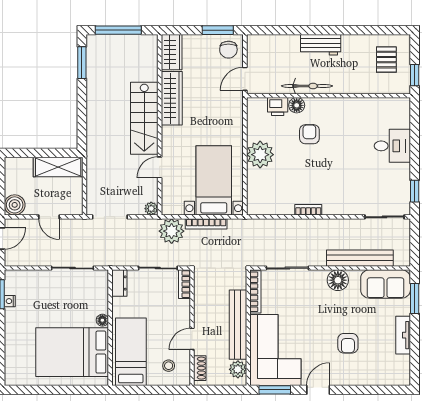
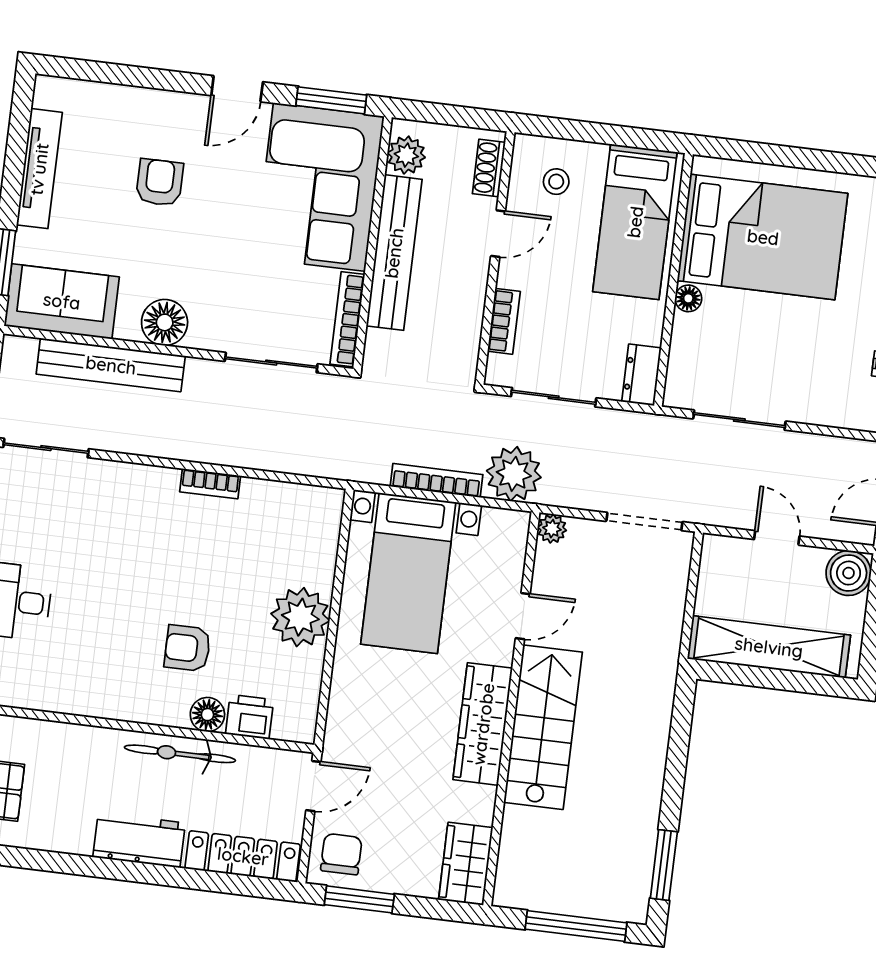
locker: (273, 43) -> (243, 856), added
wardrobe: (172, 98) -> (483, 724), moved
armchair: (309, 134) -> (187, 648), turned 90
shelving: (58, 167) -> (769, 647), width x1.47
bookcase: (184, 284) -> (504, 321), moved
tv unit: (403, 335) -> (39, 169), width x1.41

